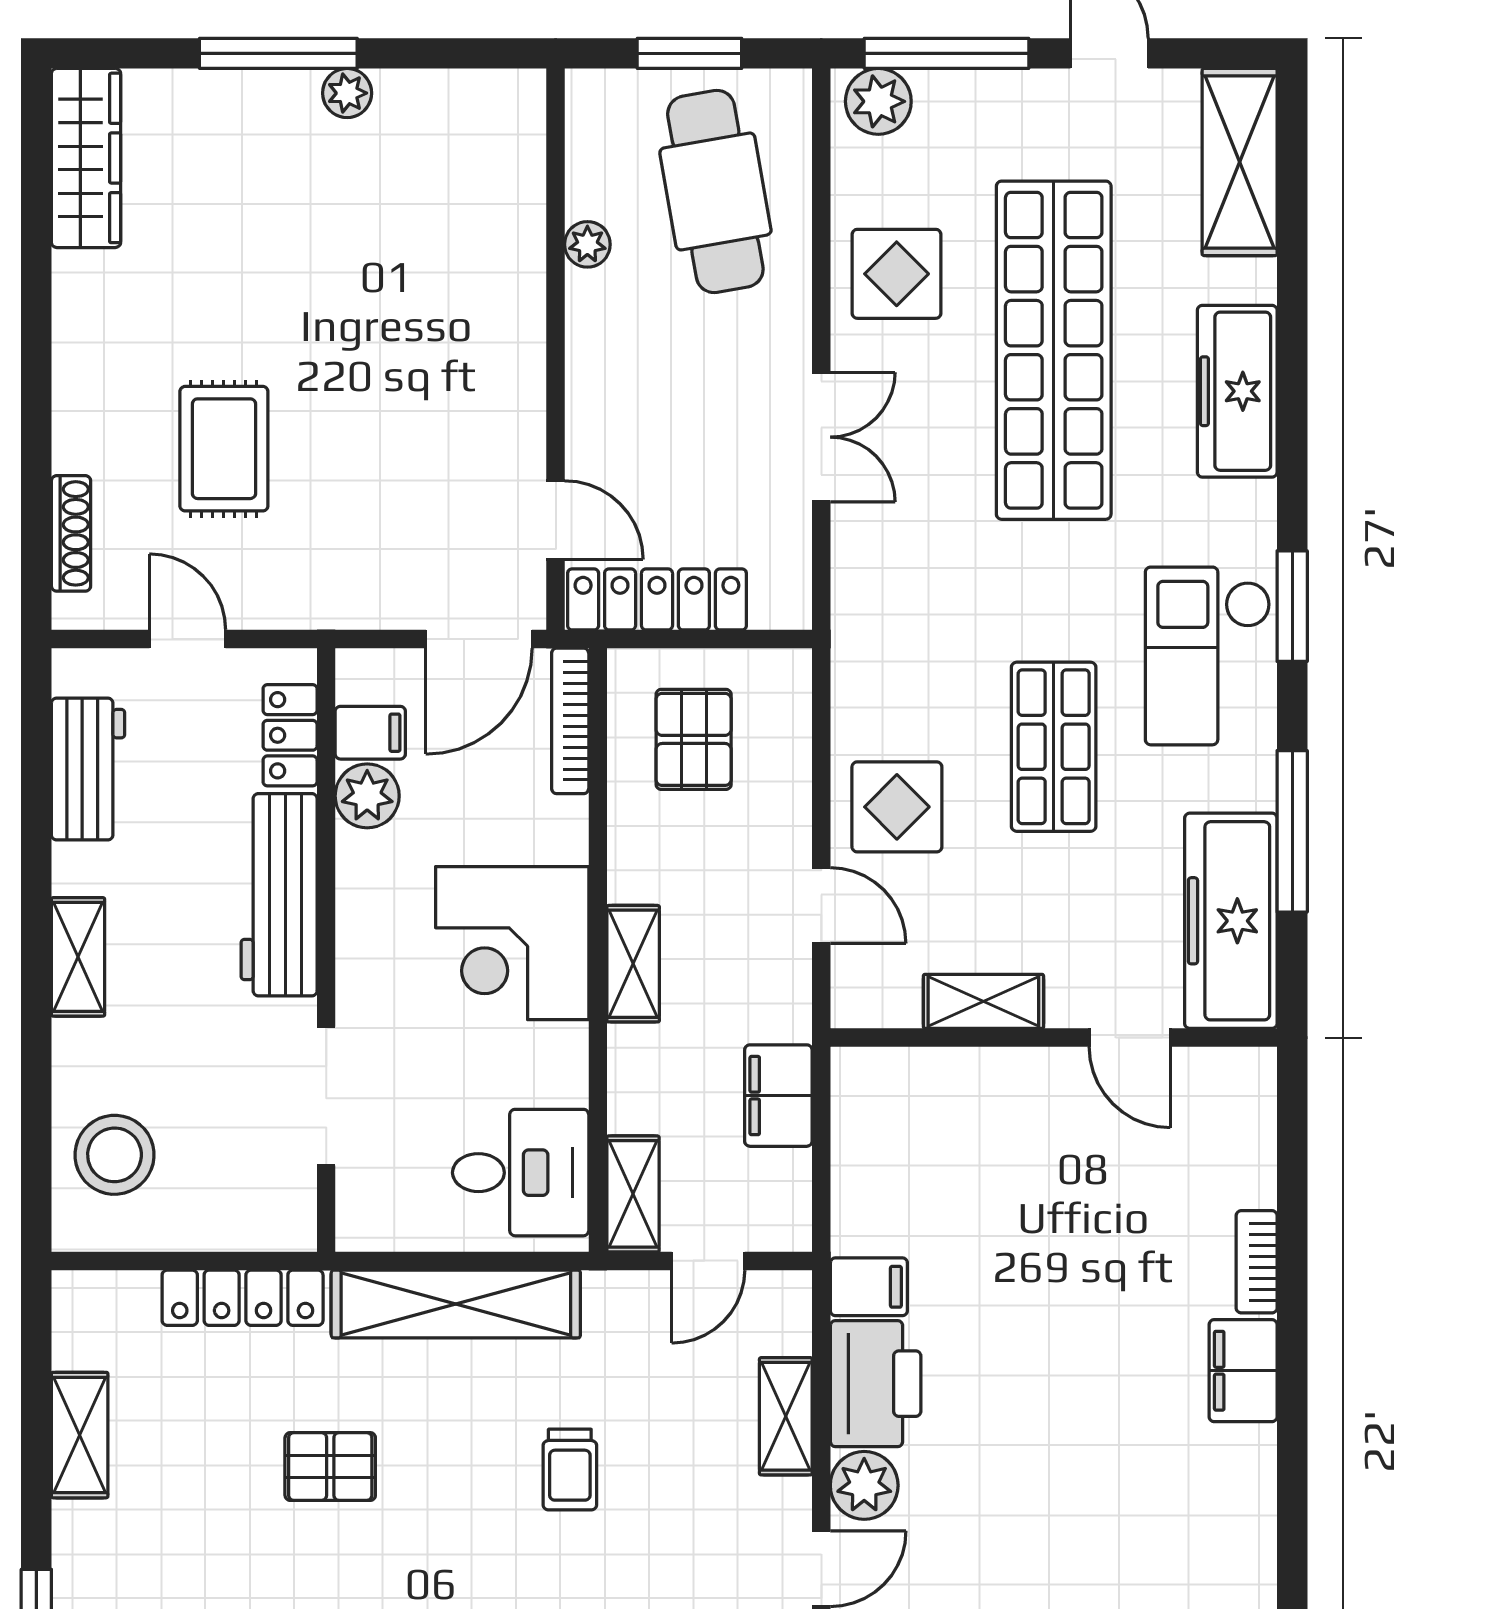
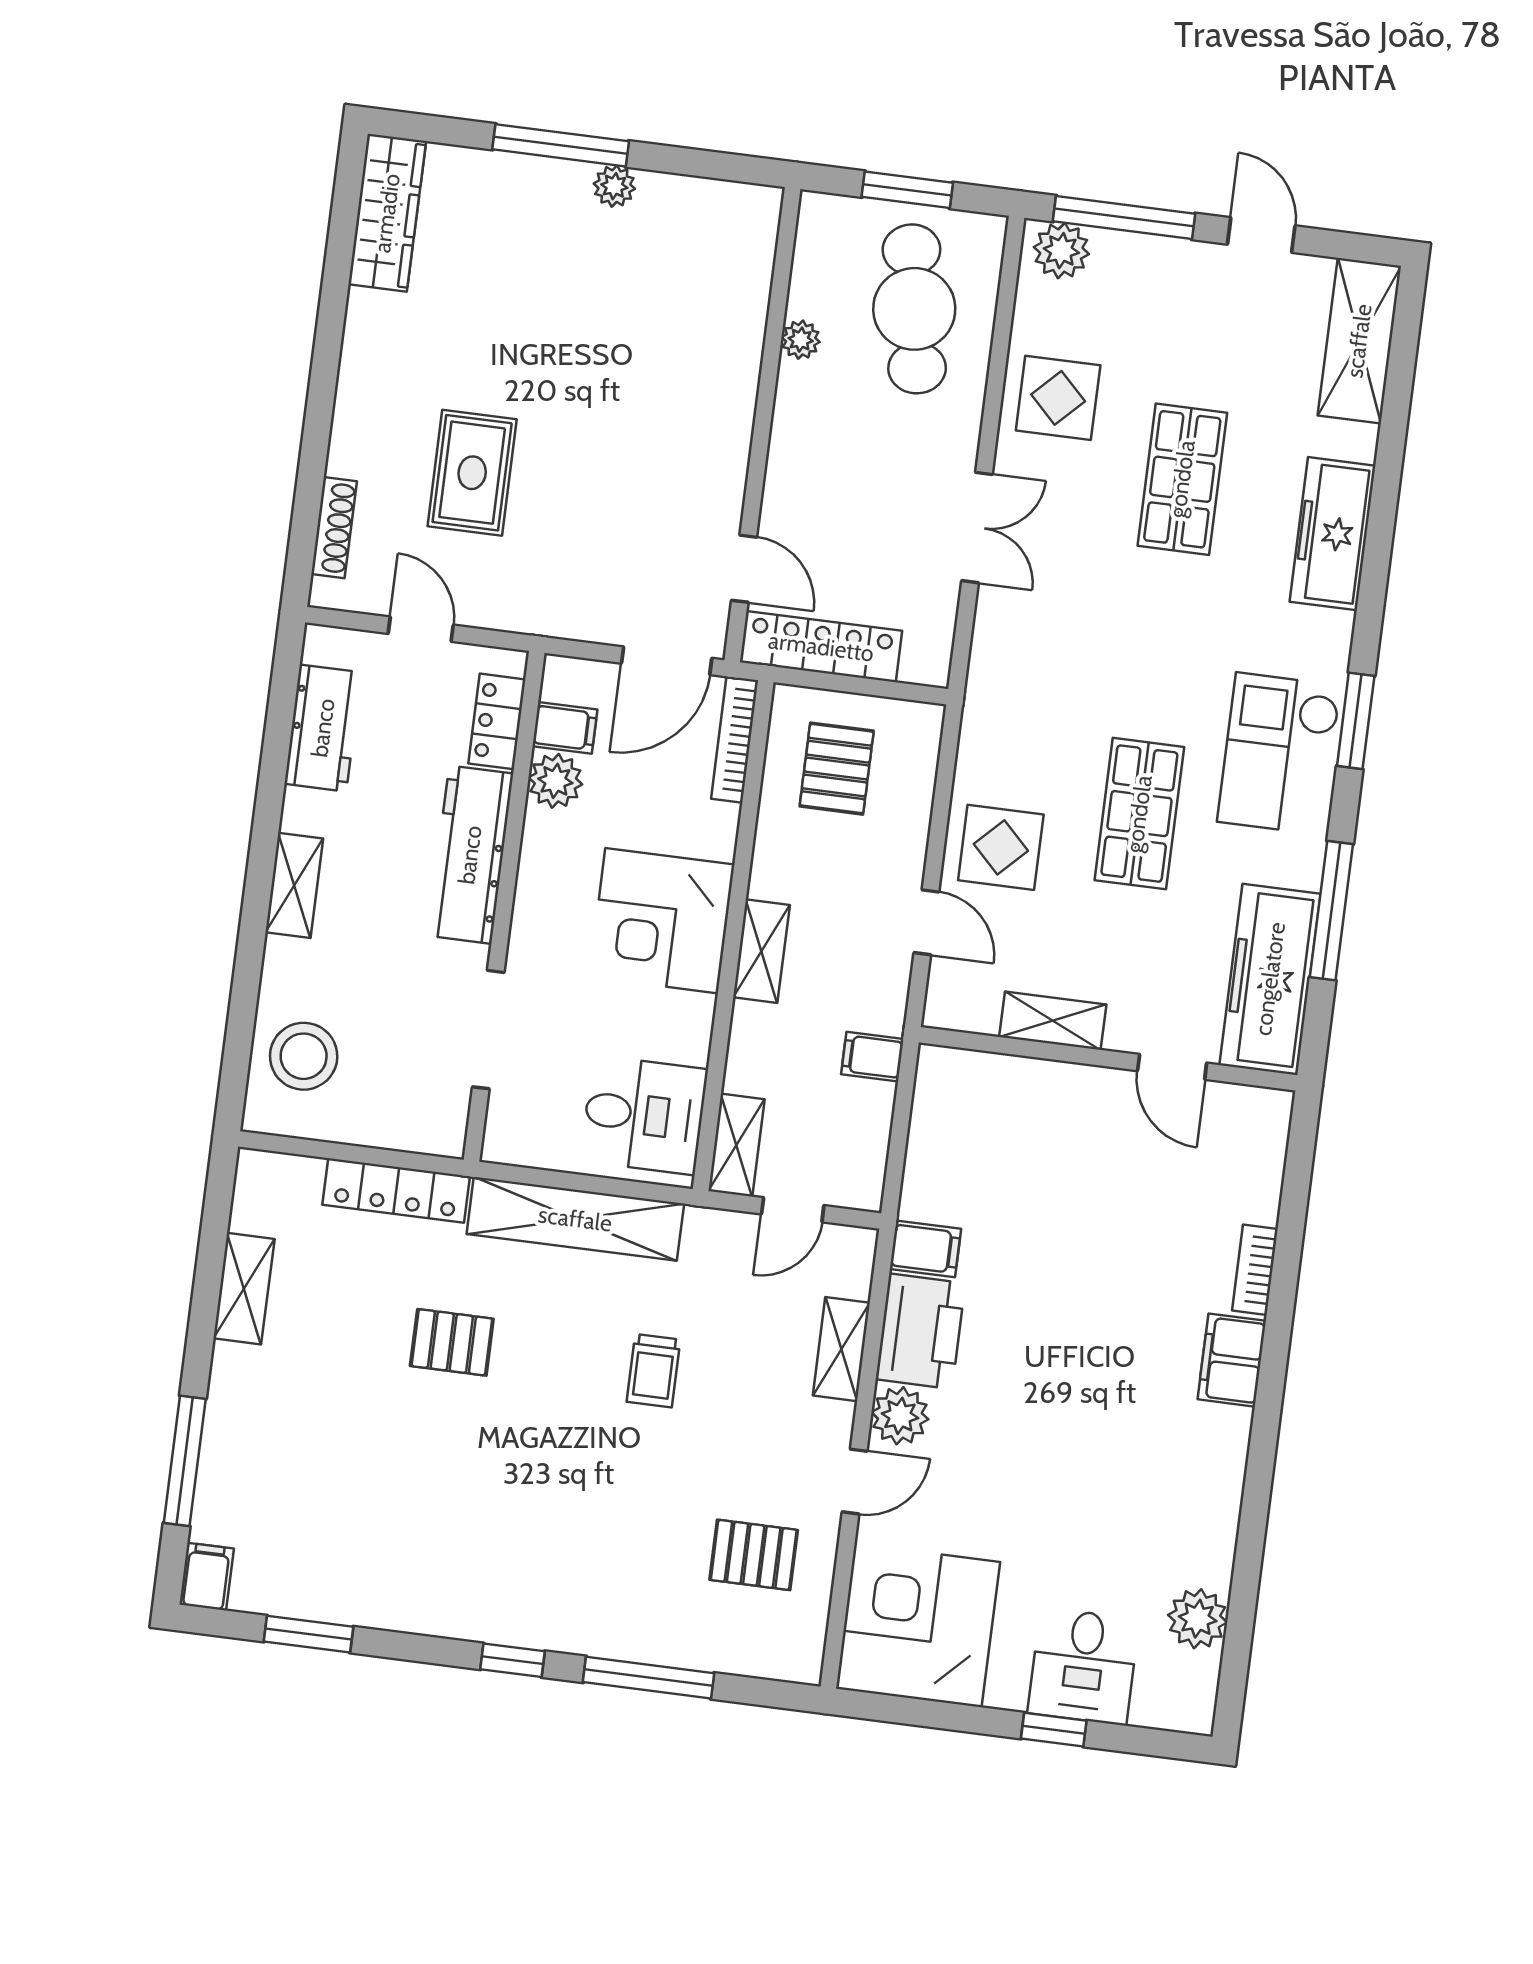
shop shelf: (1054, 350) -> (1182, 479), width x0.50, depth x0.74
filing cabinet: (778, 1096) -> (872, 1057), width x0.50

